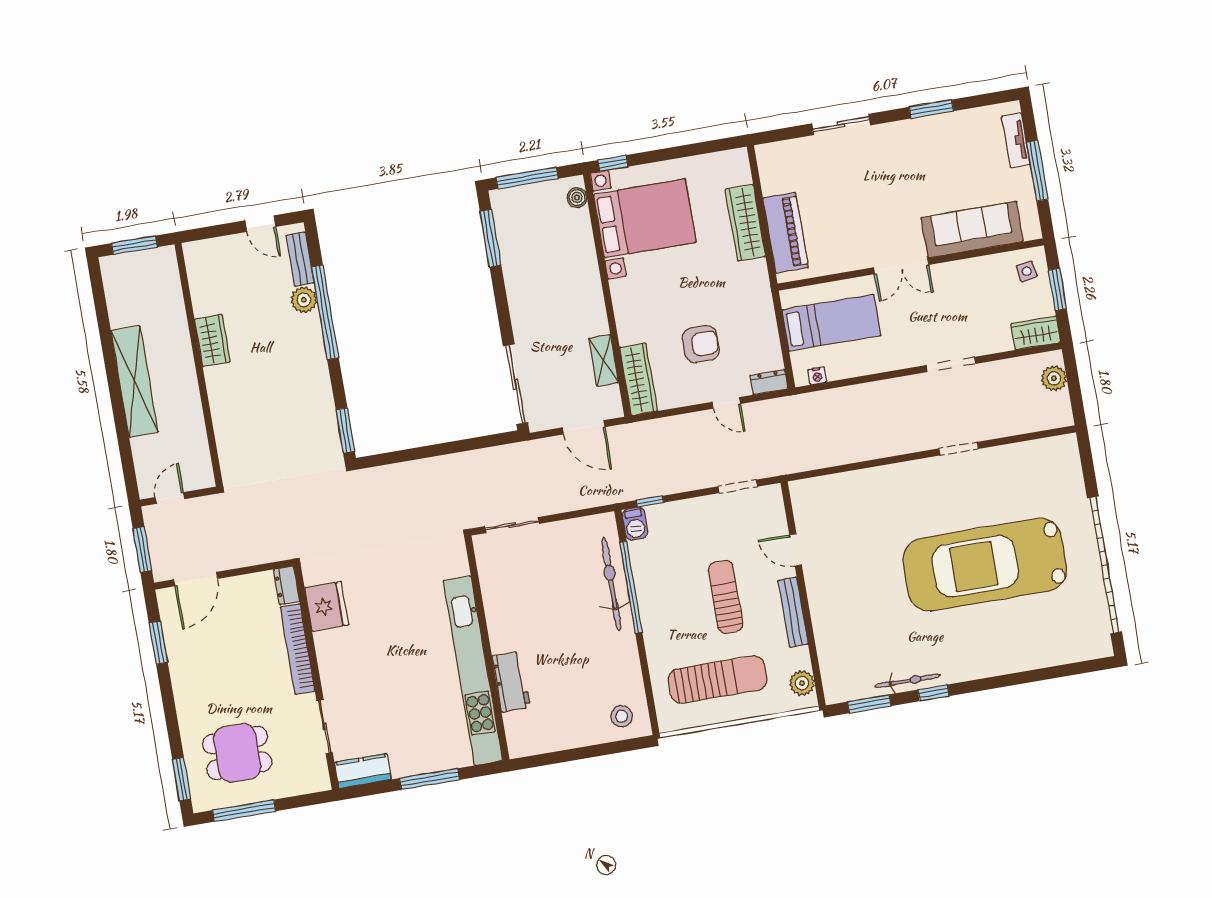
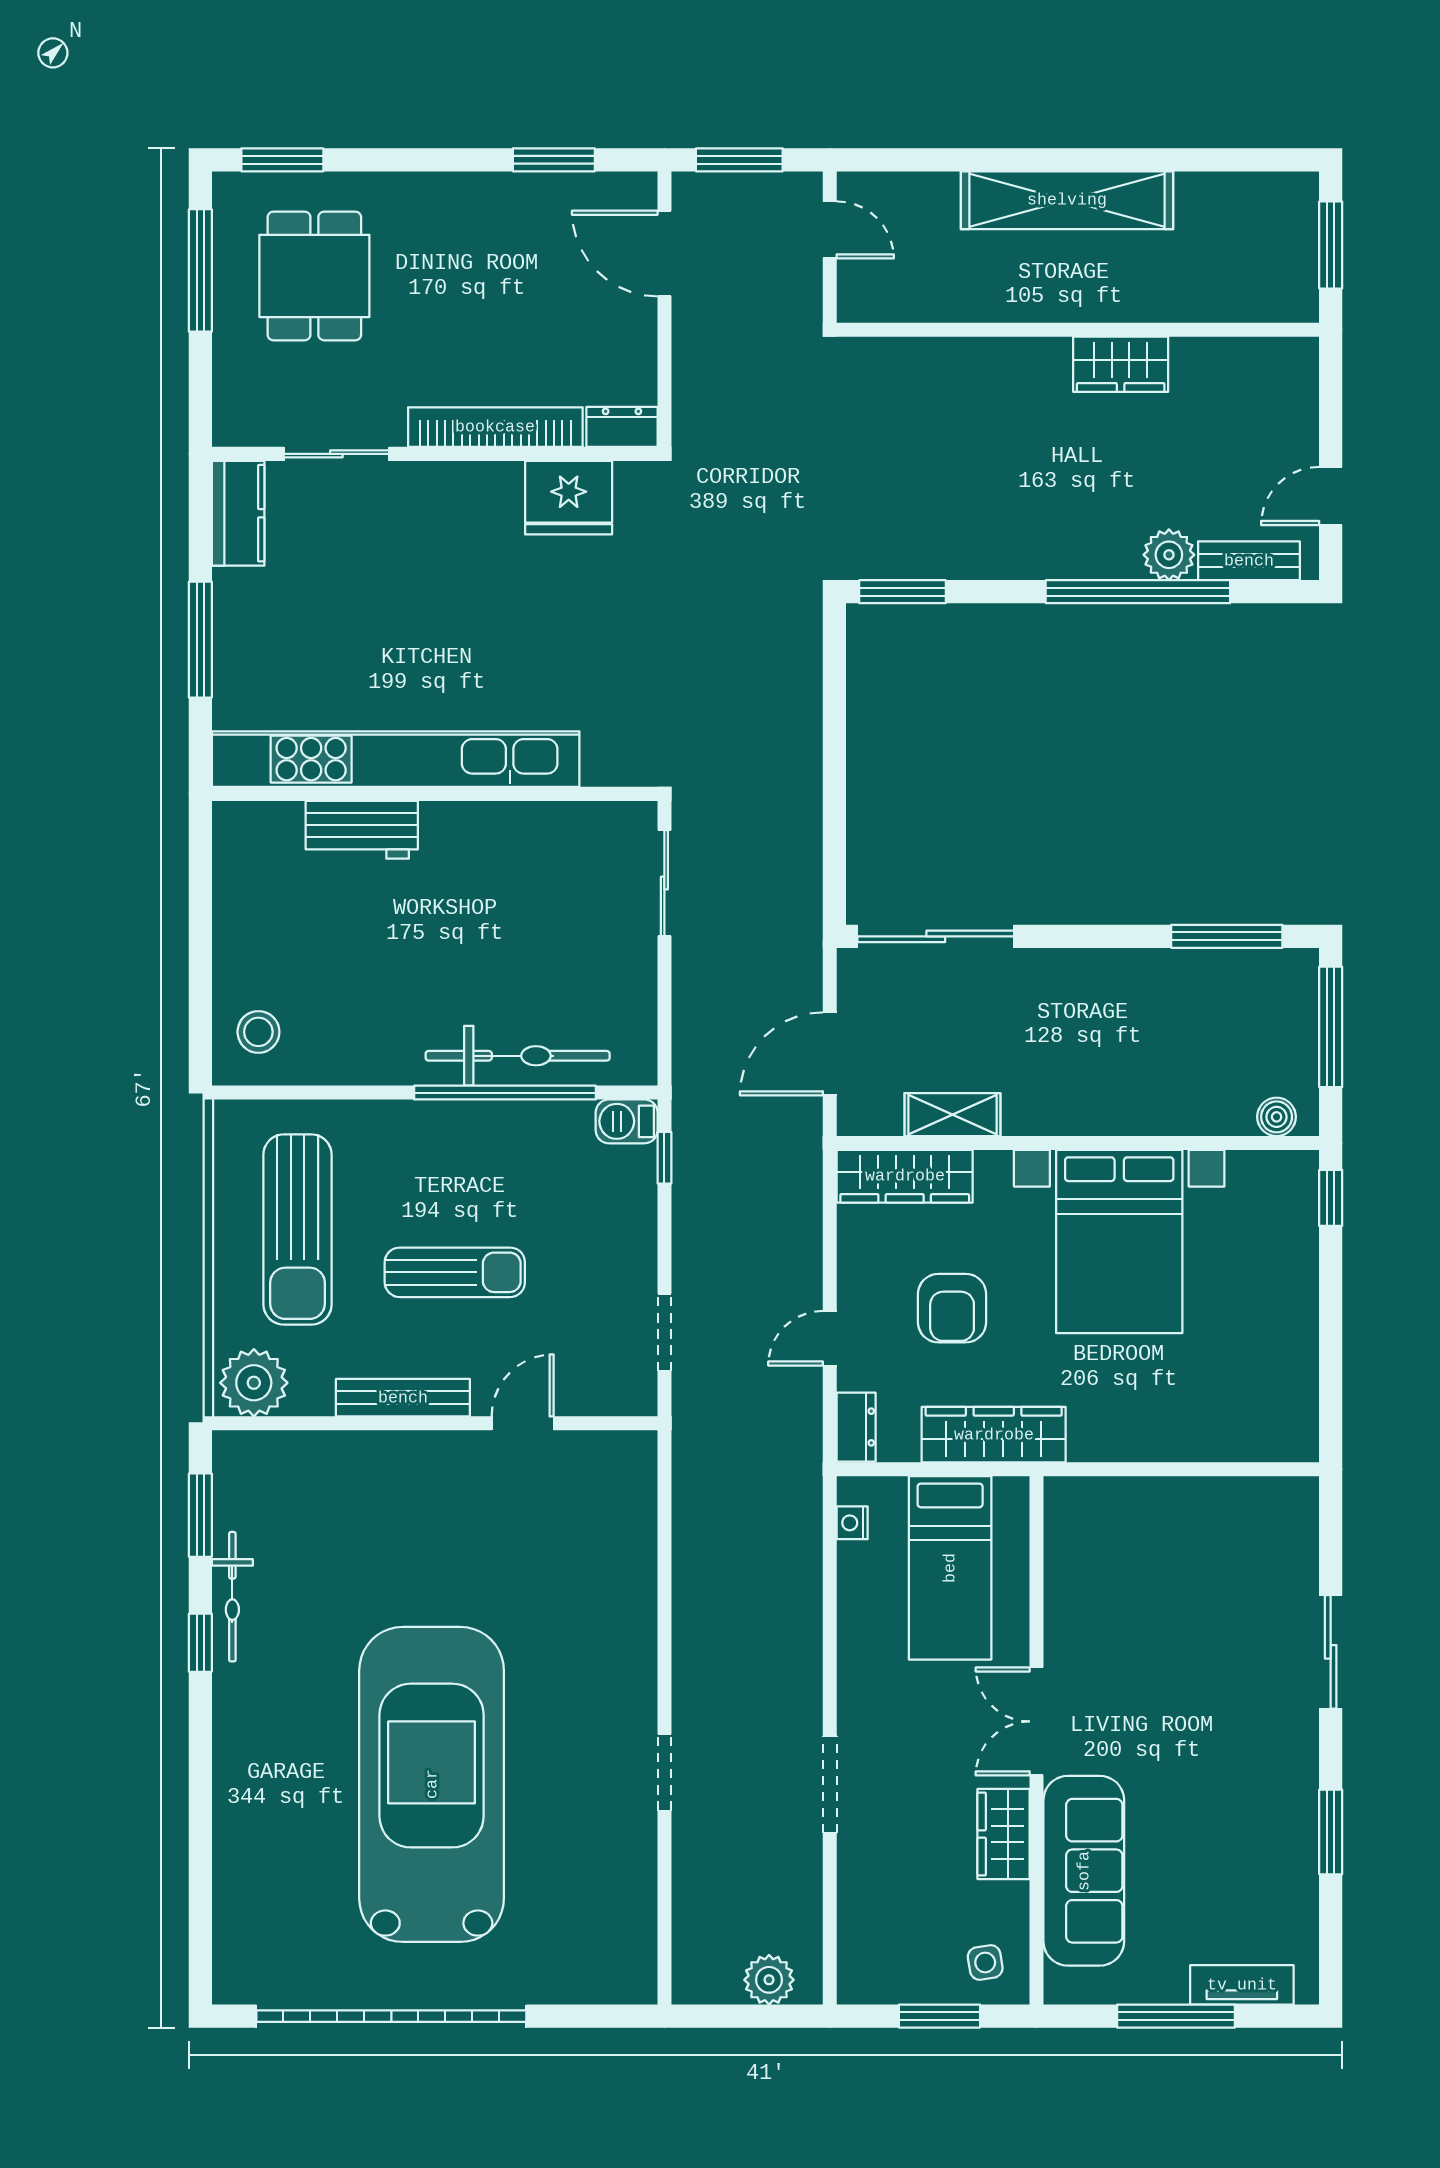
bed with nightstands: (645, 218) -> (1119, 1241), moved
wardrobe: (745, 223) -> (994, 1435), moved
piano: (786, 233) -> (1139, 1509), removed
wardrobe: (1036, 333) -> (1004, 1834), moved, turned 180
plant: (802, 683) -> (254, 1383), width x1.36, depth x1.36

